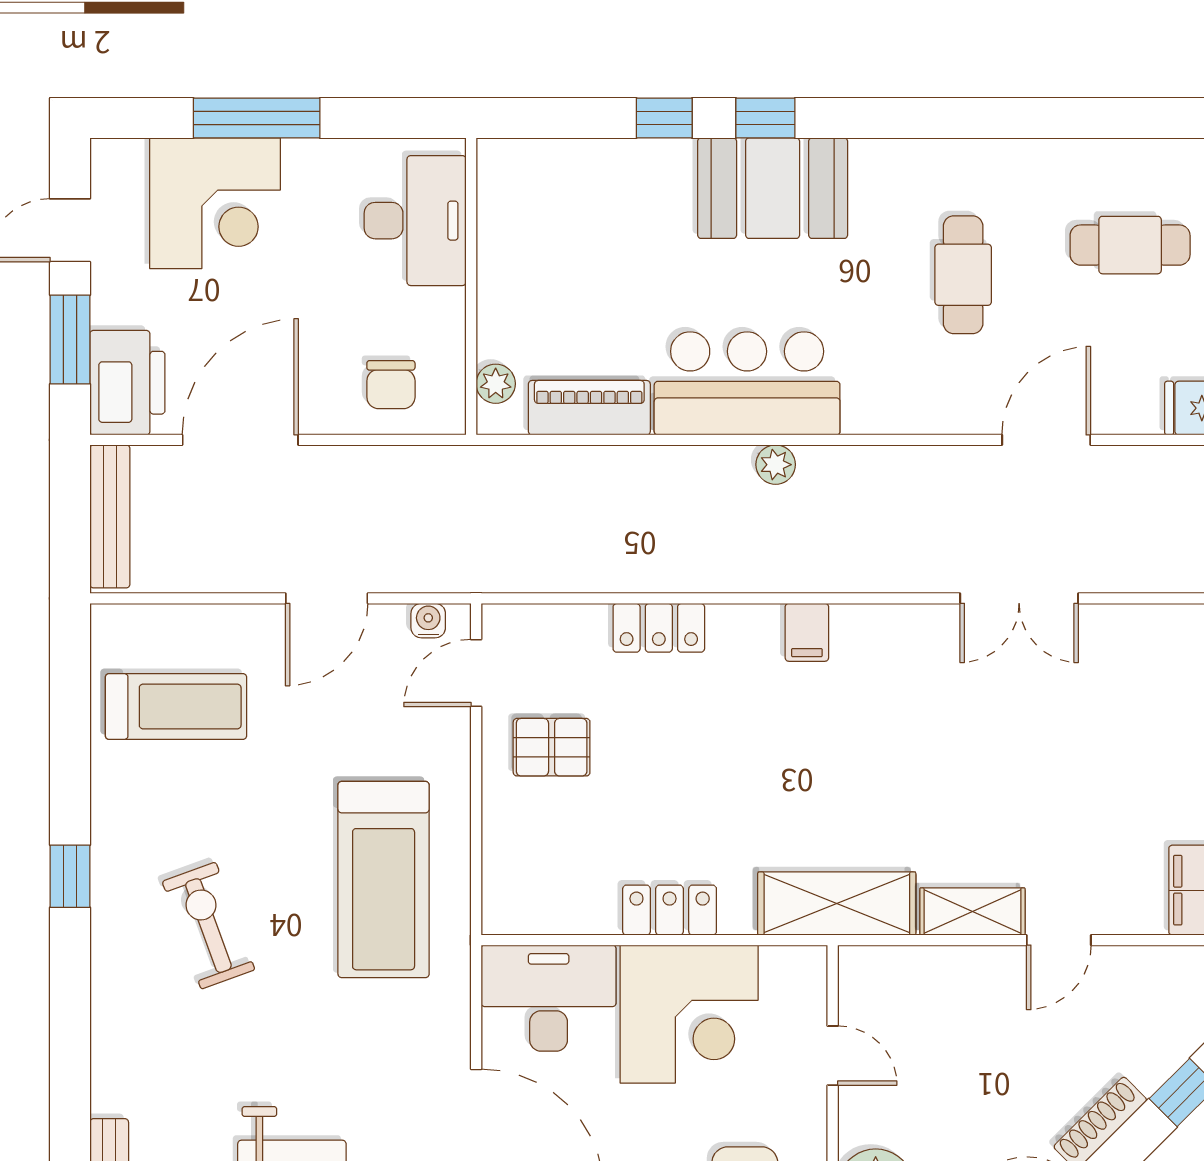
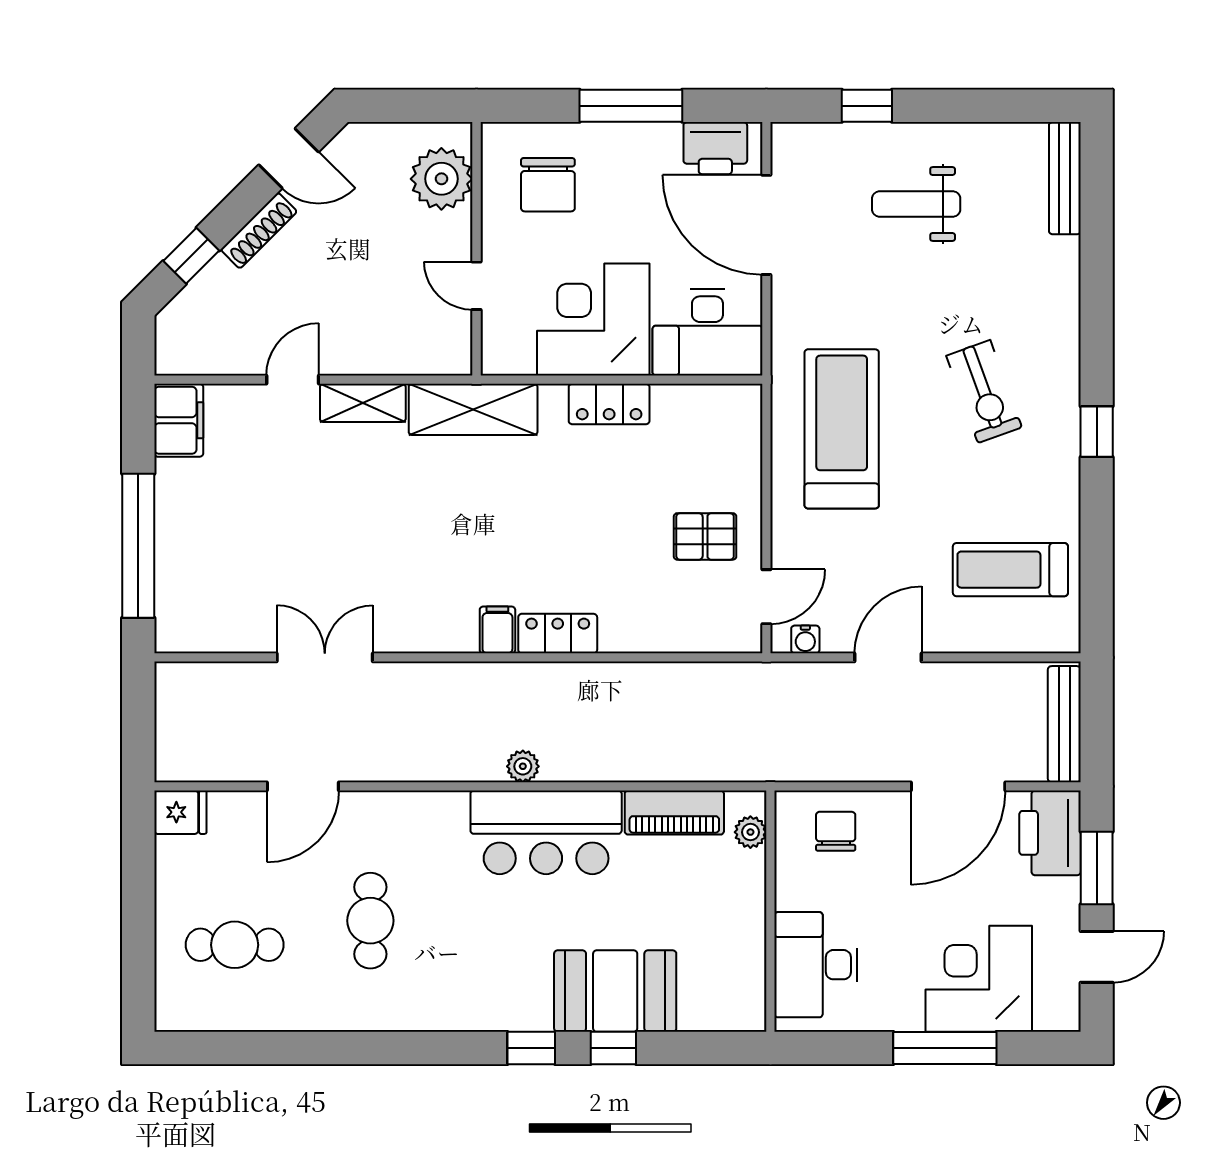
booth: (773, 188) -> (615, 991), moved
locker: (659, 628) -> (558, 634), moved

